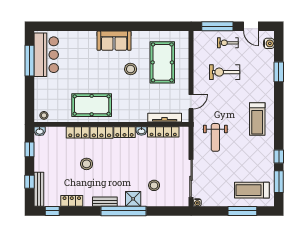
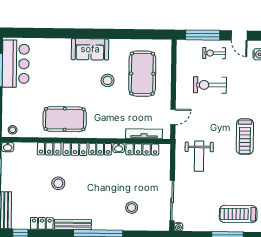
shower: (133, 199) -> (109, 222), removed
bench: (105, 202) -> (73, 225), width x1.36

